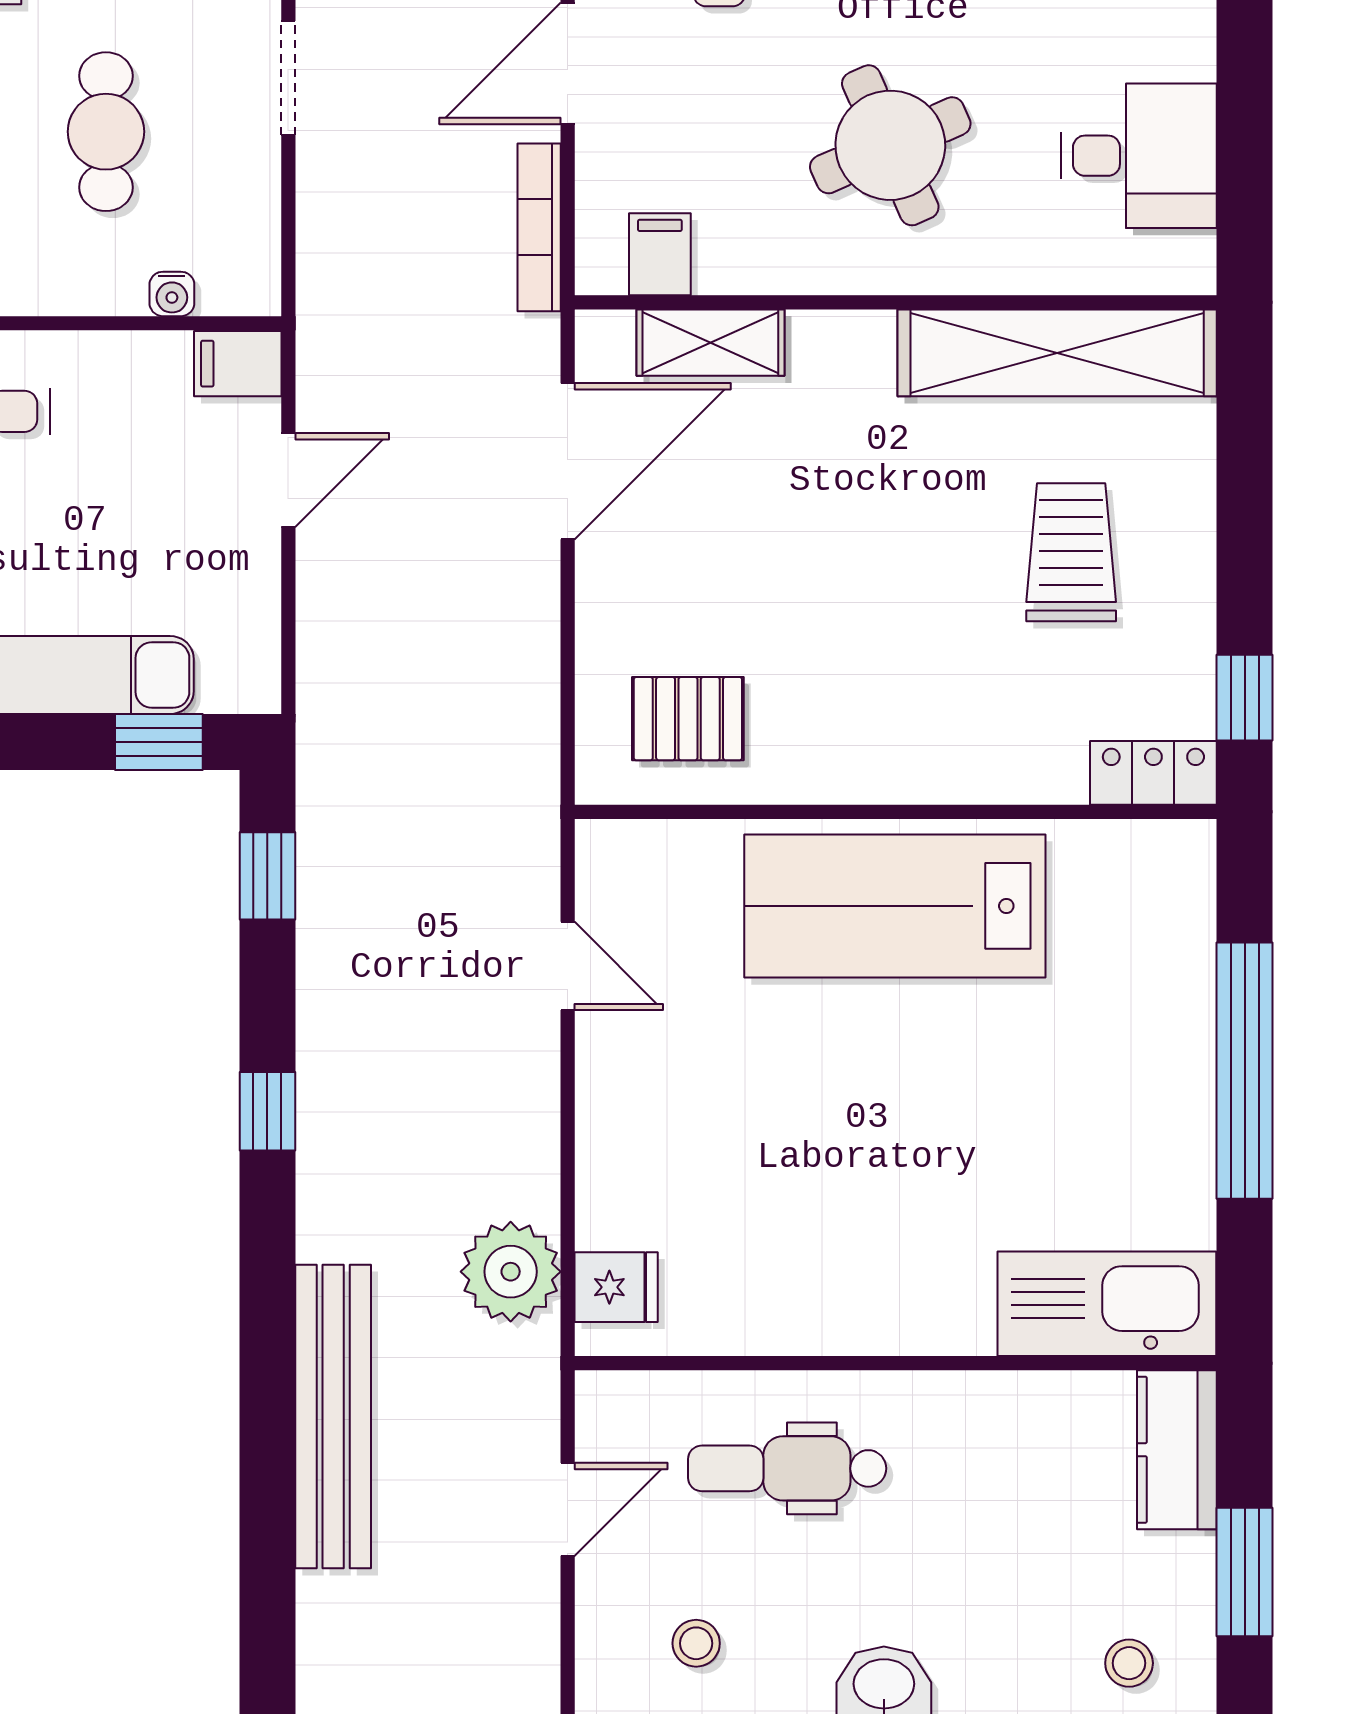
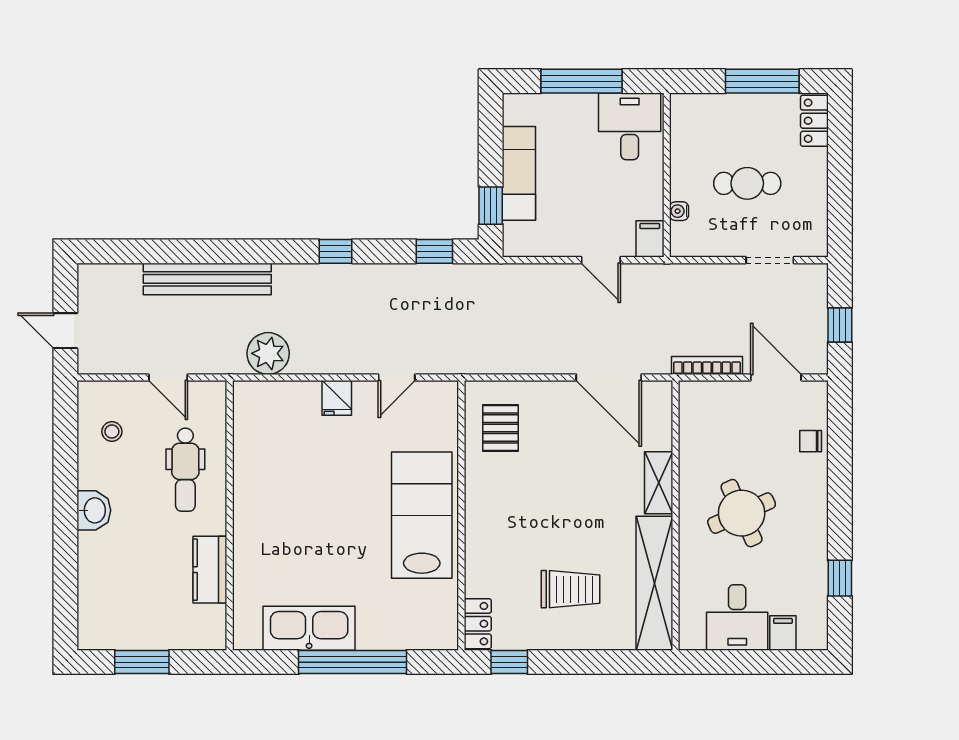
filing cabinet: (660, 254) -> (783, 633), moved, turned -90
shelving: (710, 343) -> (659, 483), moved
fridge: (616, 1287) -> (337, 398), moved
kitchen sink: (1107, 1304) -> (309, 628), moved, turned -90
kitchen counter: (1177, 1450) -> (210, 570), moved, turned -90
dental chair: (787, 1468) -> (185, 470), turned 180
stool: (1129, 1663) -> (104, 613), removed

